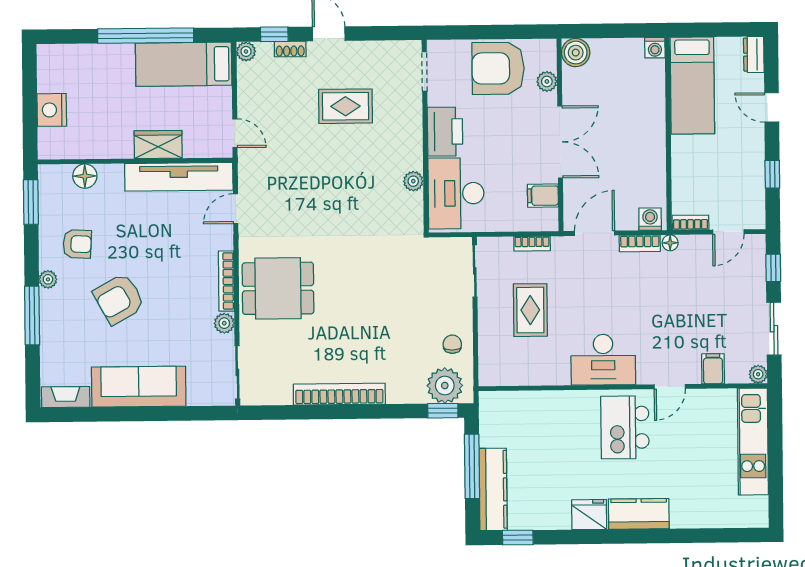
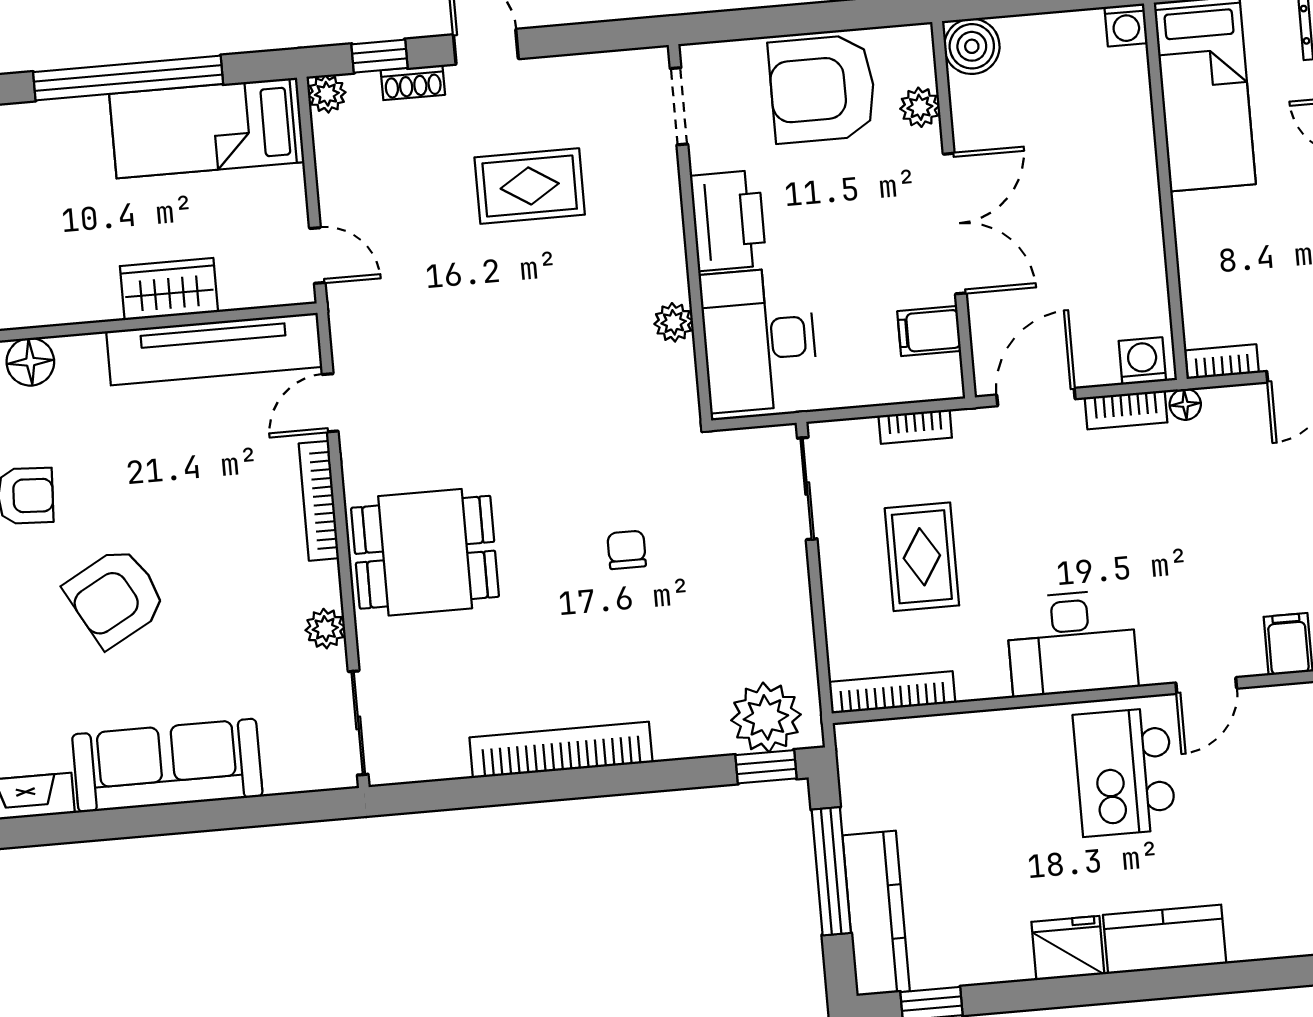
bookcase: (226, 281) -> (319, 501), moved
chair: (452, 344) -> (627, 550), moved
bookcase: (510, 378) -> (892, 692), added

